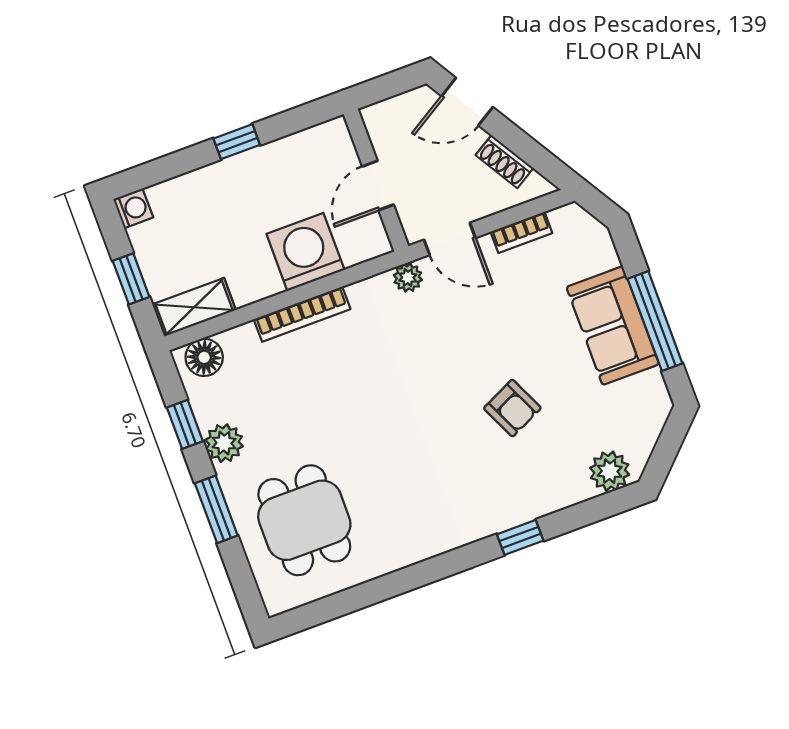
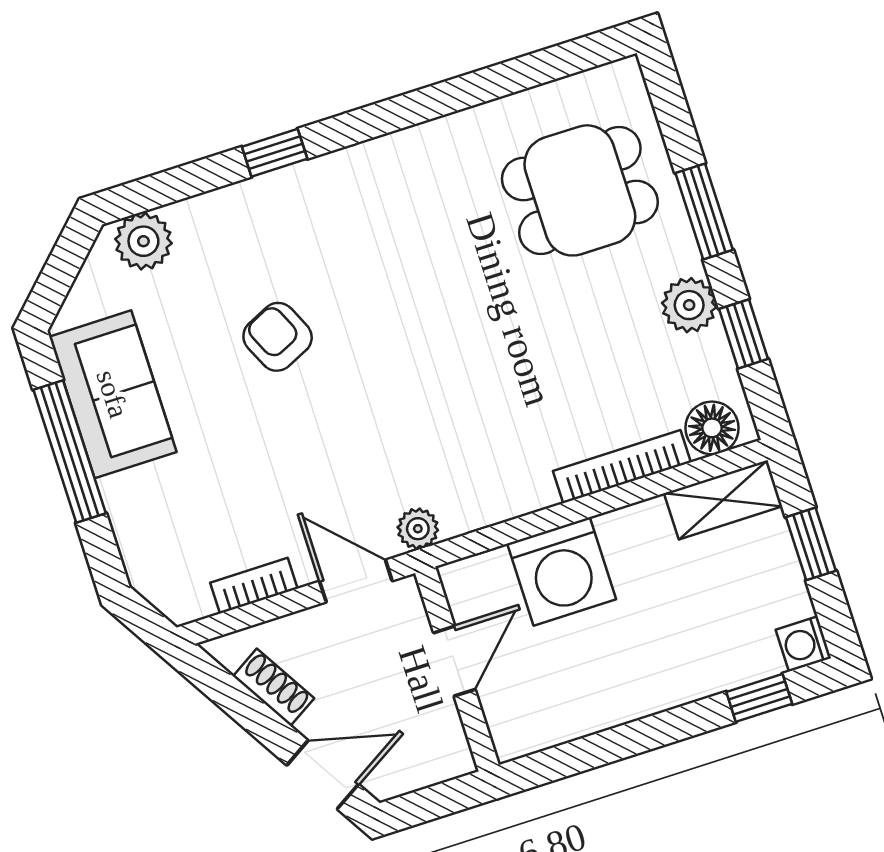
window: (237, 142) -> (759, 698), moved
bookcase: (302, 314) -> (622, 467), moved
sofa: (613, 326) -> (113, 394), moved
dining table: (304, 520) -> (580, 190), turned 90

